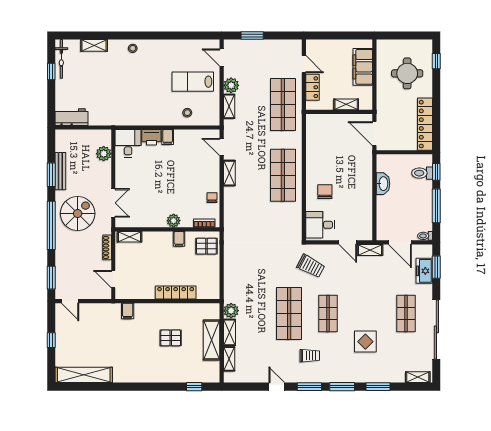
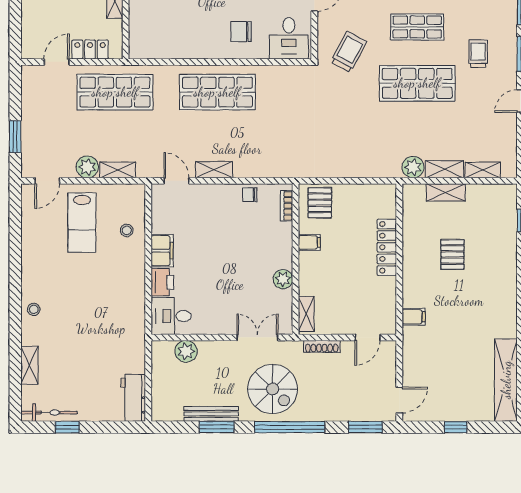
filing cabinet: (168, 137) -> (162, 251), width x2.00
door: (222, 147) -> (176, 181), swing flipped
spiral stairs: (78, 213) -> (273, 389), turned 180
plant: (174, 221) -> (283, 279), moved
shelving: (212, 340) -> (446, 192), width x0.67, depth x0.75

